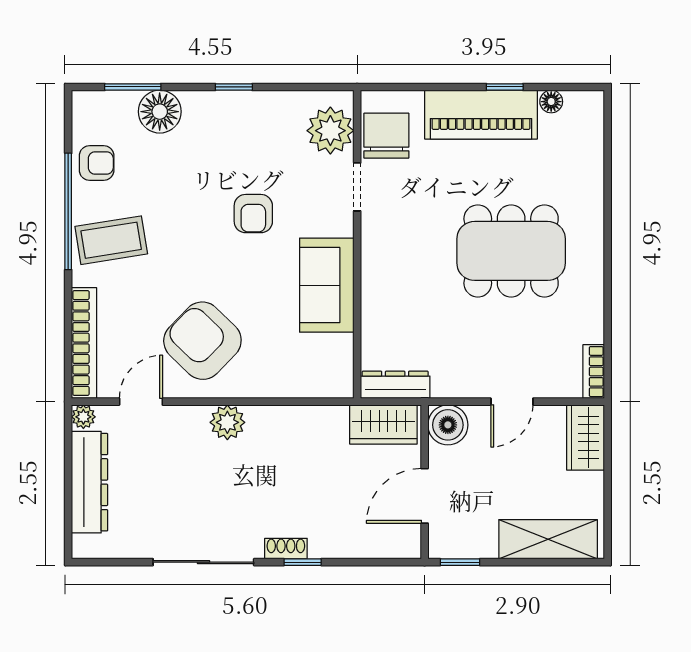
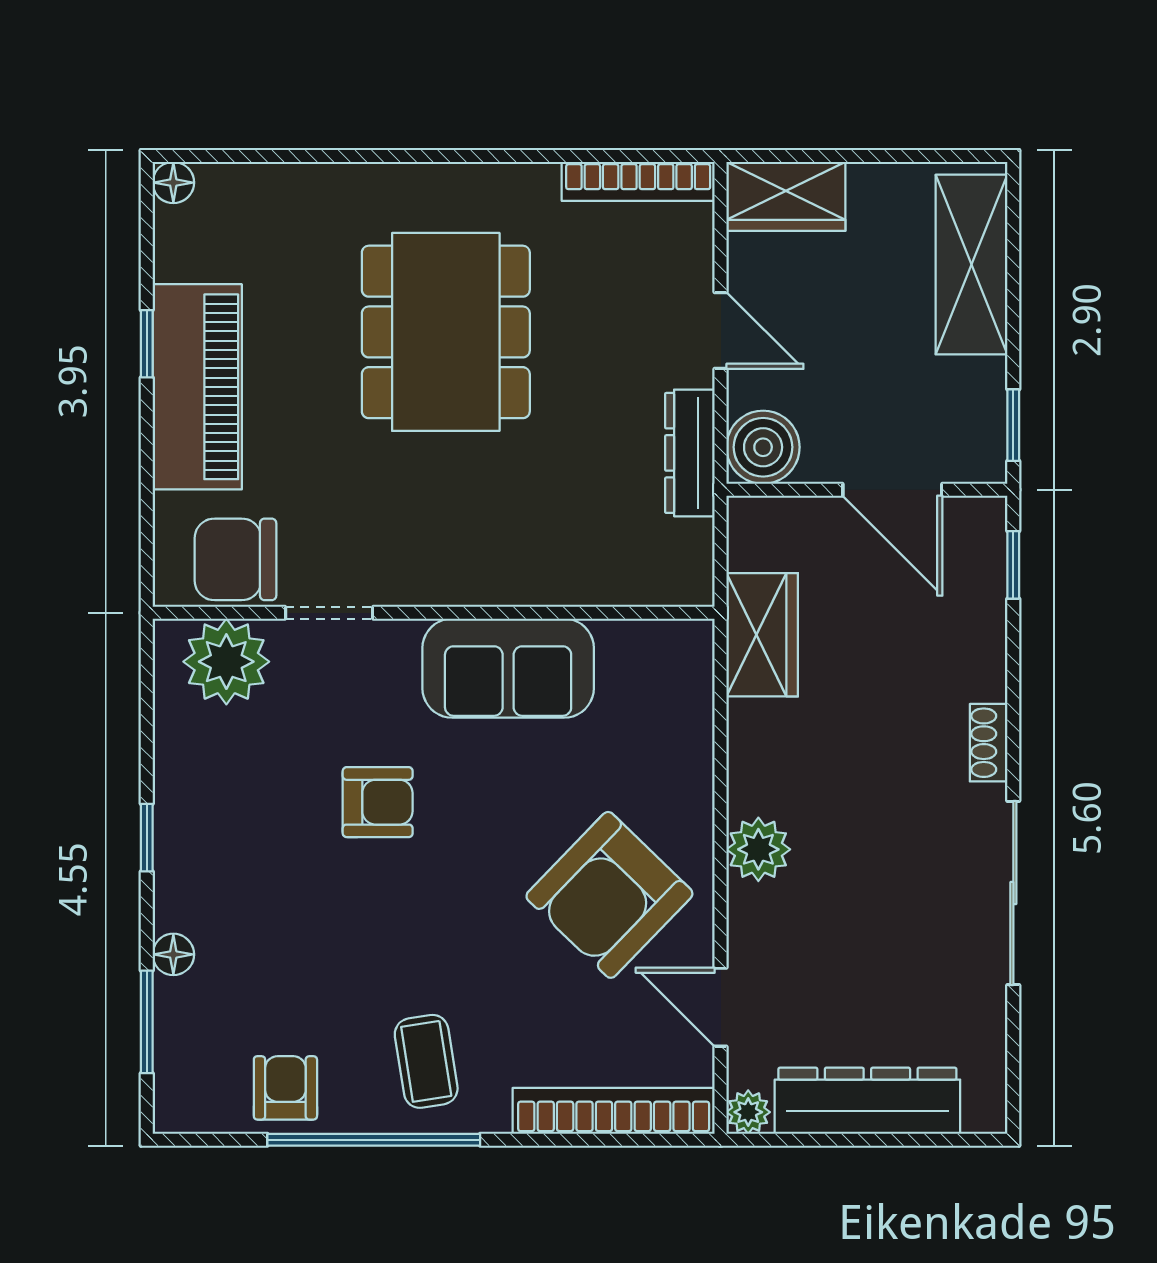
floor lamp: (551, 102) -> (173, 183), moved
floor lamp: (160, 112) -> (173, 954), width x0.53, depth x0.53
coffee table: (111, 240) -> (426, 1061), width x0.73, depth x0.77
bookcase: (594, 372) -> (638, 181), width x1.56
dresser: (395, 385) -> (690, 453), moved
wardrobe: (383, 424) -> (762, 635), moved
window: (303, 562) -> (1013, 565), moved

